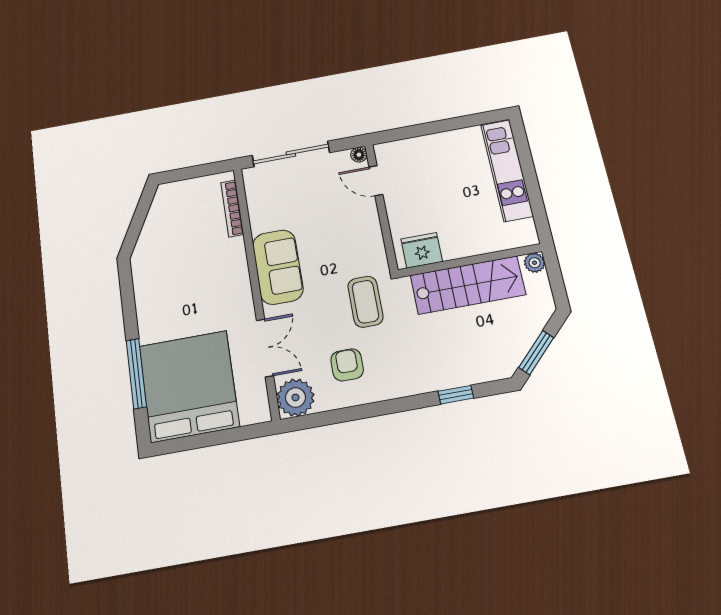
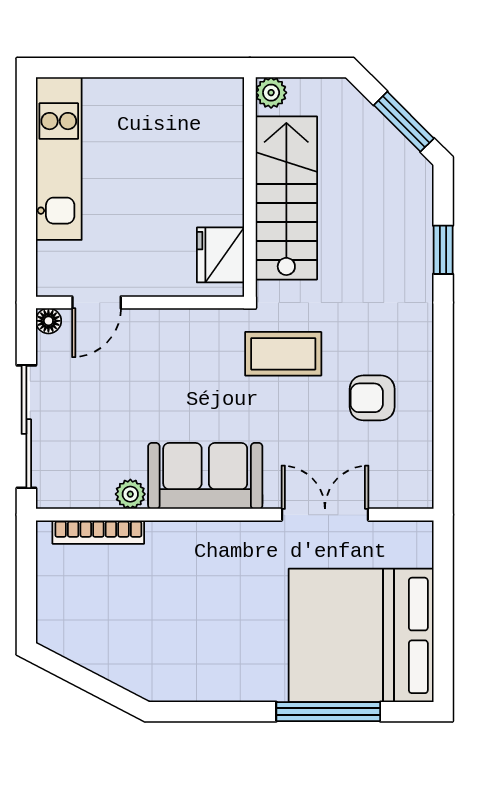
kitchen unit: (507, 170) -> (59, 158), moved, turned -90
plant: (295, 397) -> (130, 494), moved, width x0.53, depth x0.53

